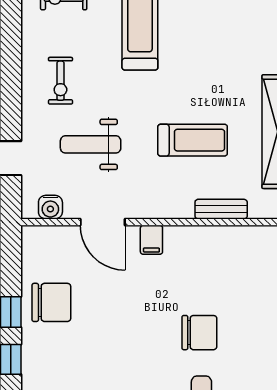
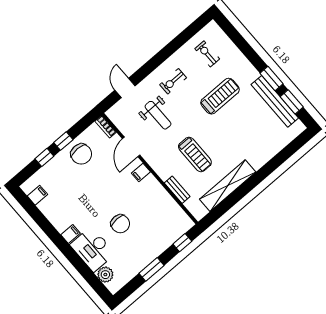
weight bench: (91, 144) -> (158, 115), turned 180
water cooler: (50, 207) -> (119, 121), removed
bookcase: (42, 234) -> (106, 127), added

